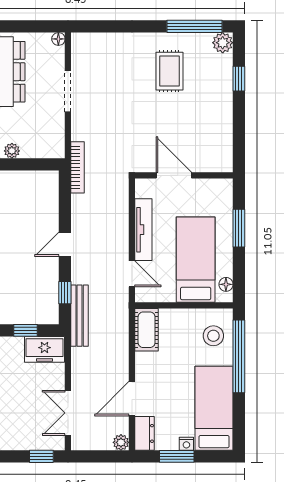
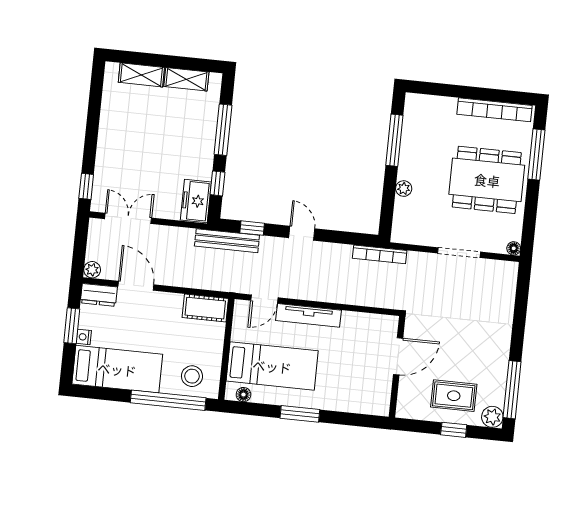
rug: (169, 71) -> (454, 396), moved
door: (174, 175) -> (398, 356), moved
wall: (184, 175) -> (397, 367), moved

